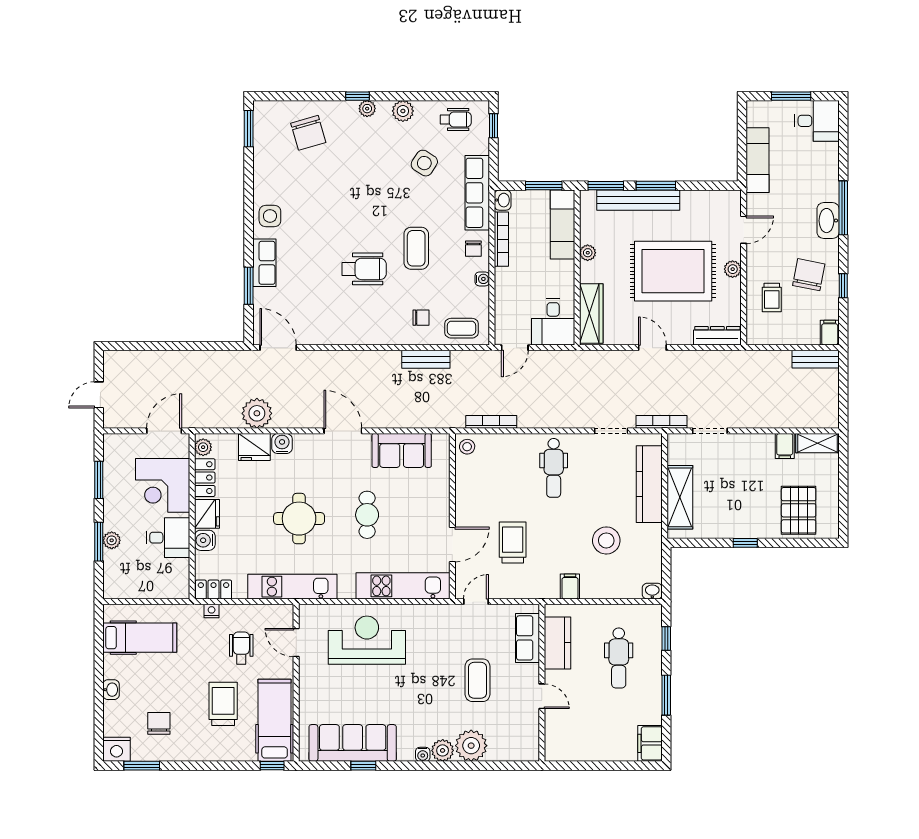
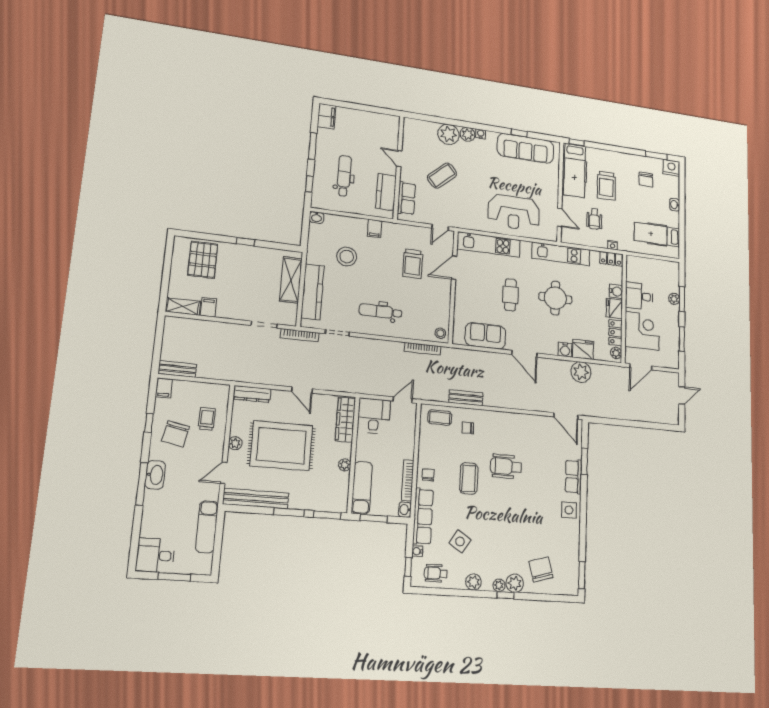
plant: (345, 112) -> (515, 583), added
bench: (638, 200) -> (256, 499), moved
water cooler: (482, 279) -> (417, 551), moved
dental chair: (554, 468) -> (381, 311), turned -90
coffee table: (478, 680) -> (442, 176), turned 48

